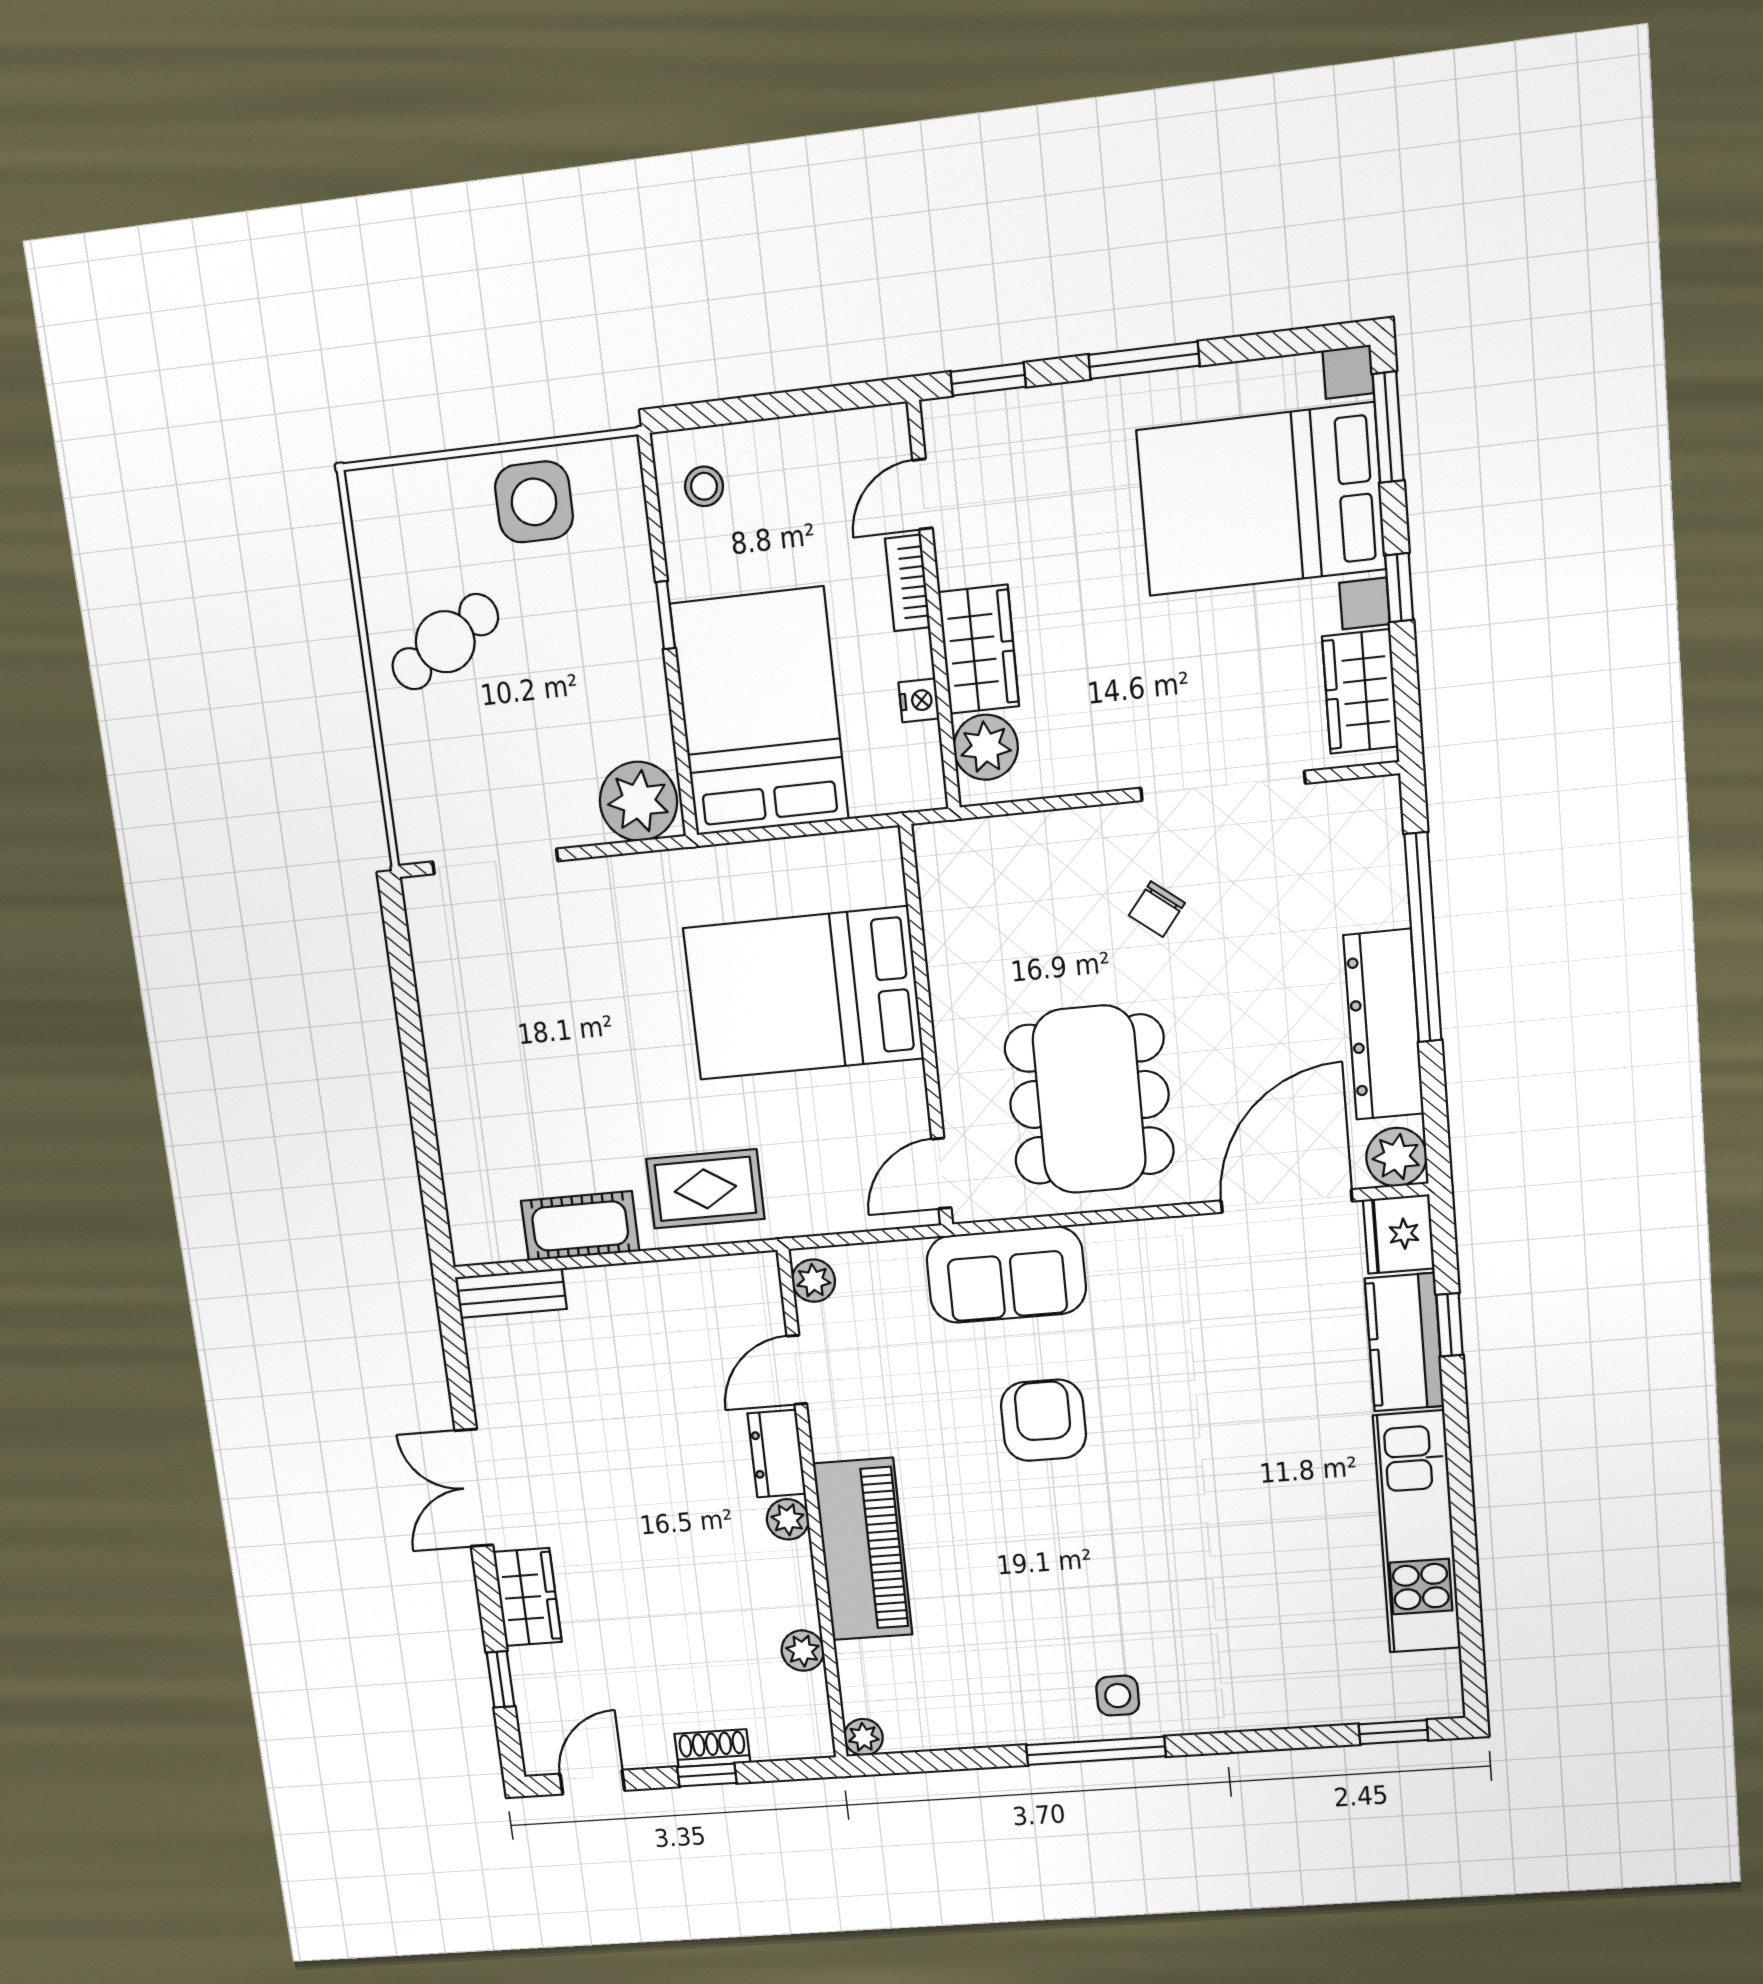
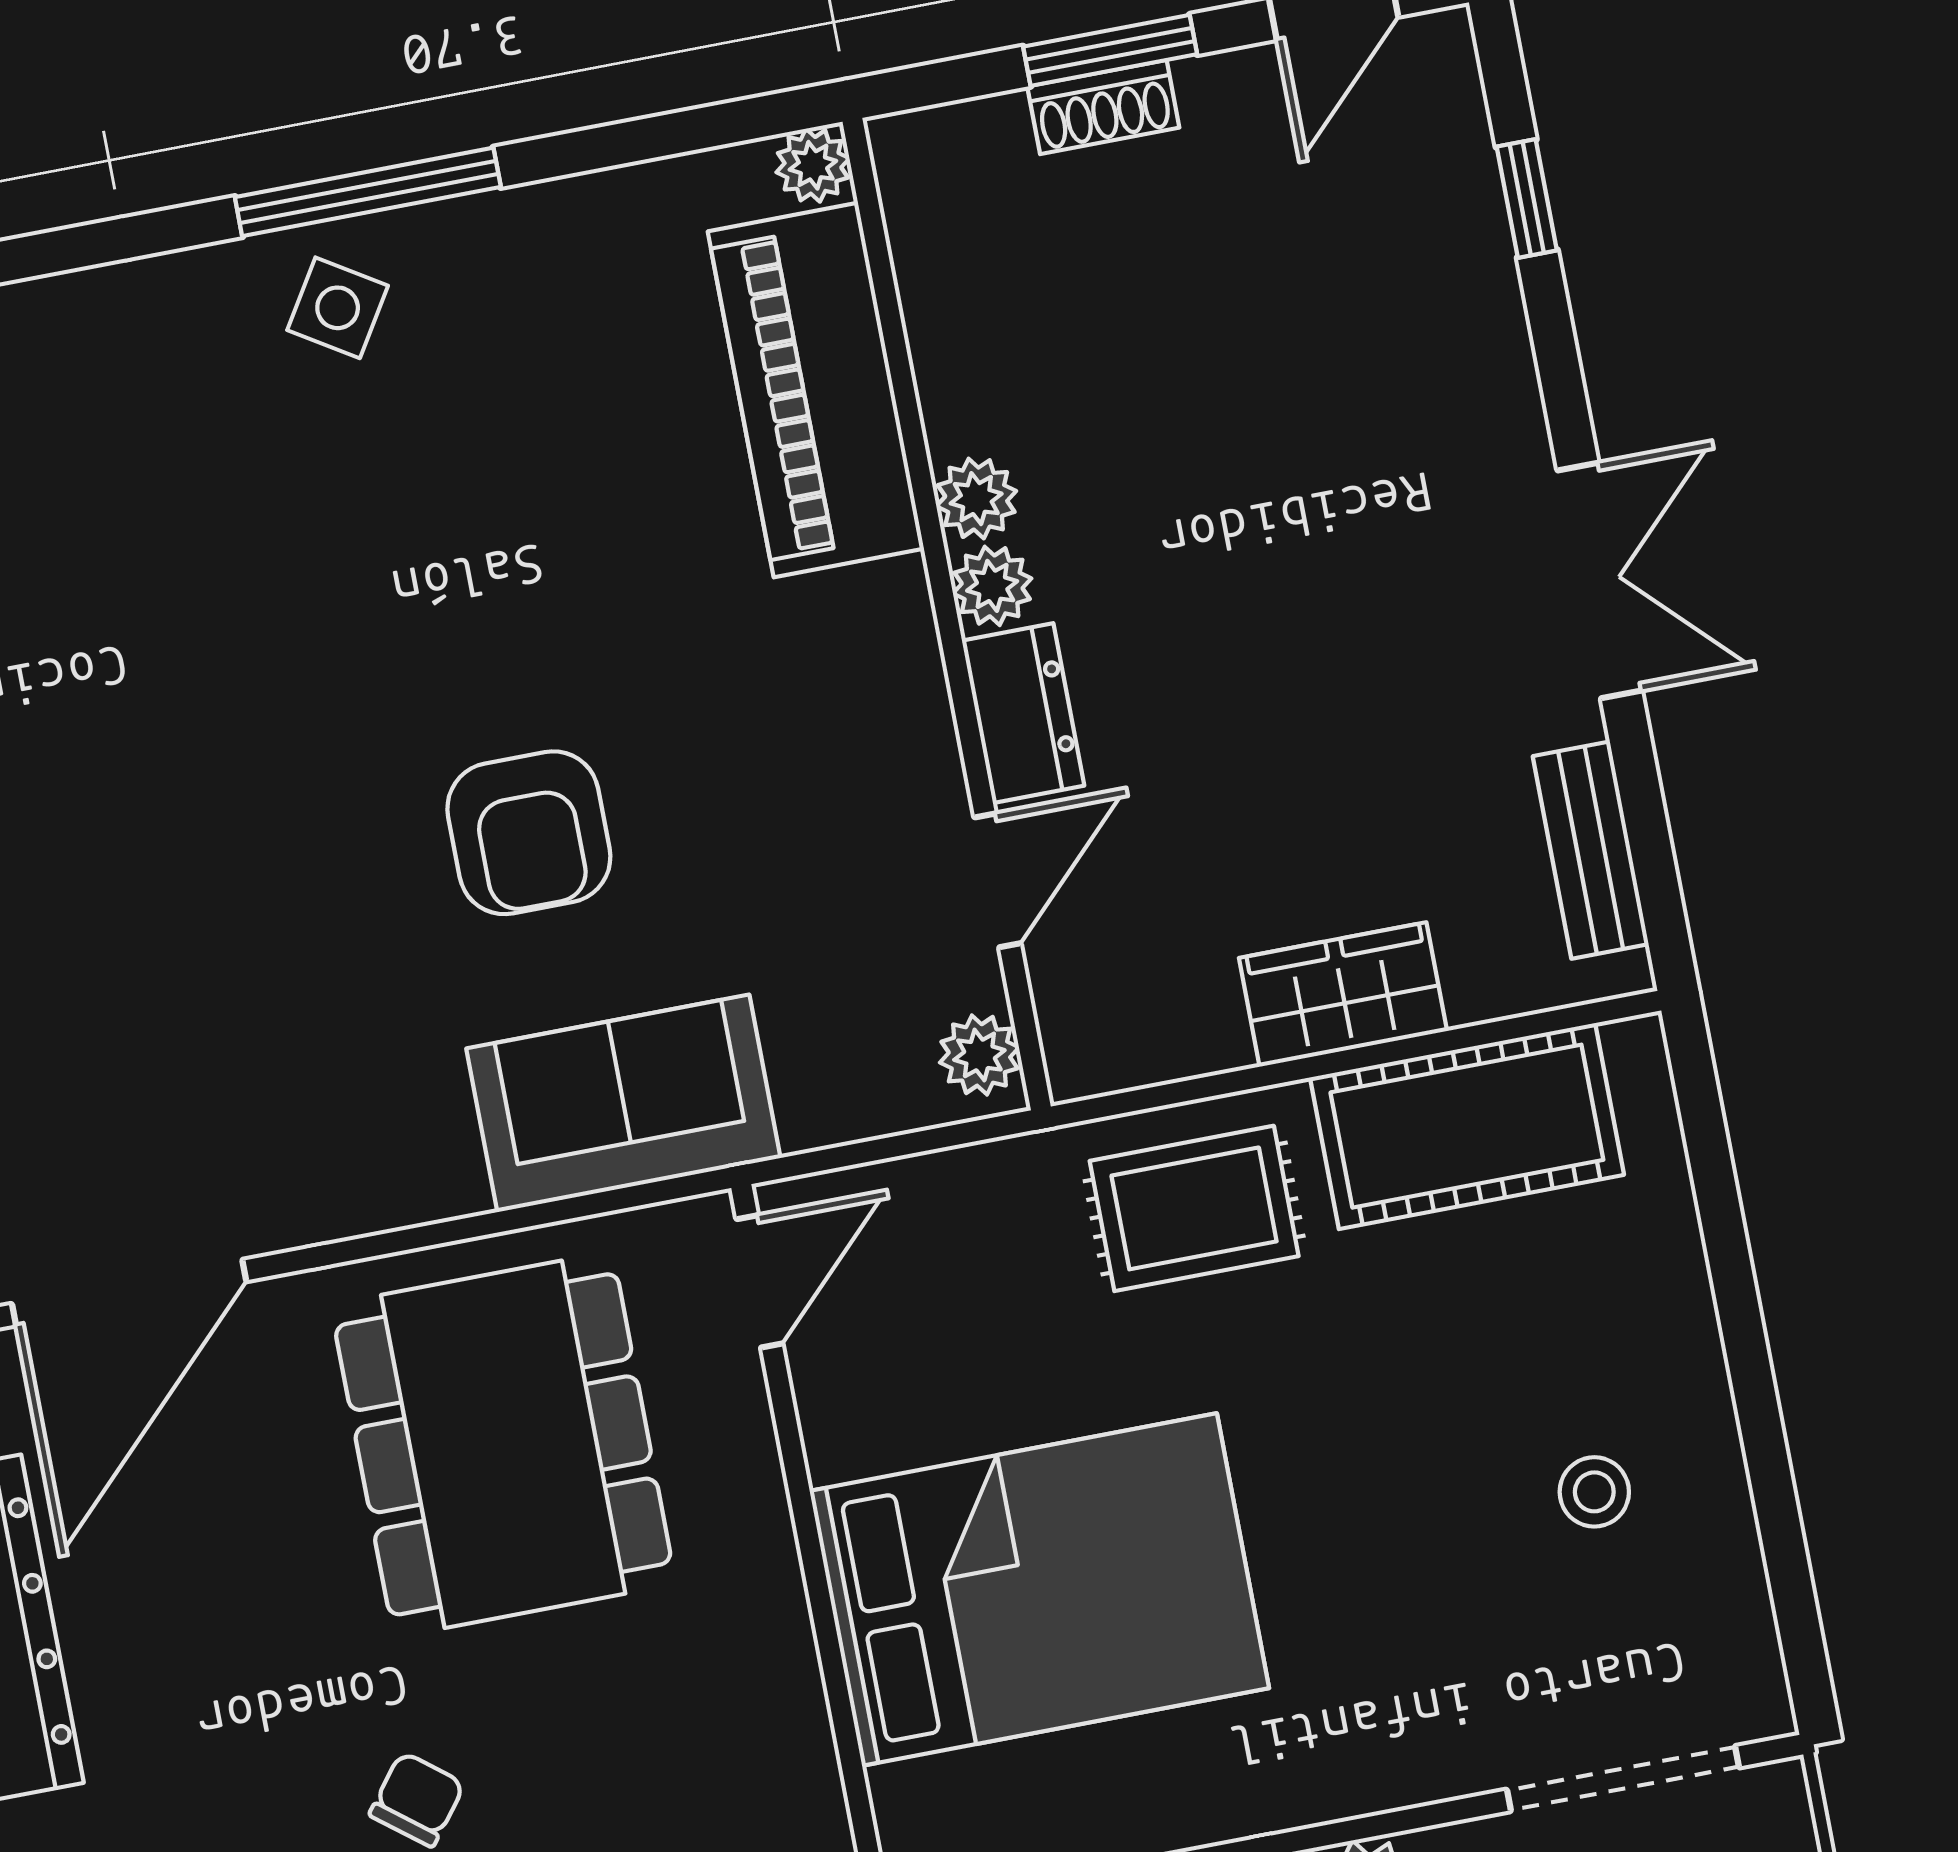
stool: (502, 1018) -> (1594, 1492), added
cot: (580, 1226) -> (1467, 1126), width x1.37, depth x1.34
bench: (511, 1293) -> (1591, 850), moved, turned 90
piano: (863, 1549) -> (816, 390), moved
wardrobe: (527, 1597) -> (1343, 994), moved, turned 90
plant: (803, 1651) -> (976, 499), moved
side table: (1118, 1696) -> (338, 308), turned 32
window: (707, 1775) -> (1110, 50), width x1.50

